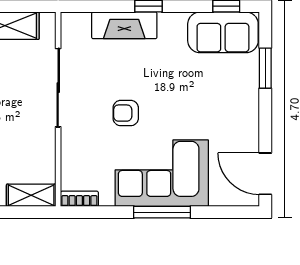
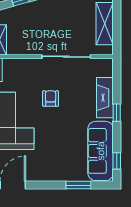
sofa: (223, 32) -> (101, 151), width x1.36

